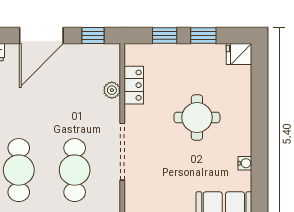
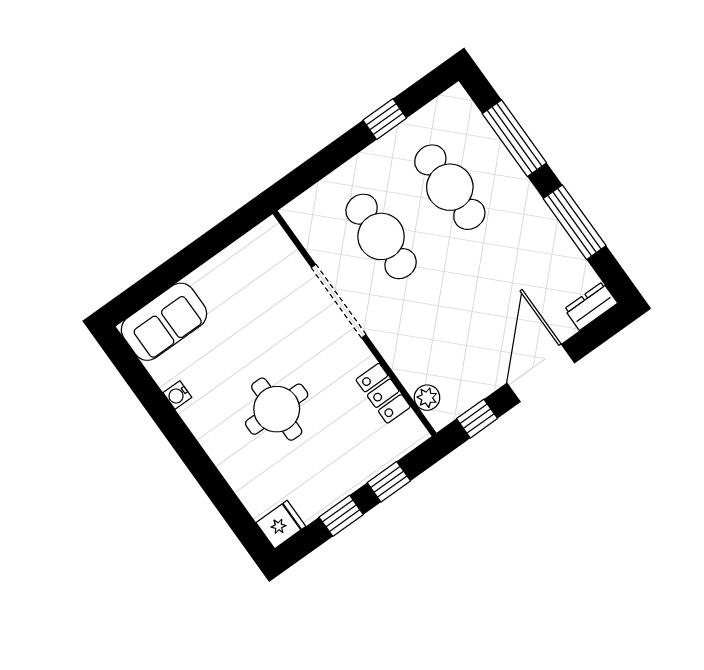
plant: (112, 90) -> (427, 398), moved

